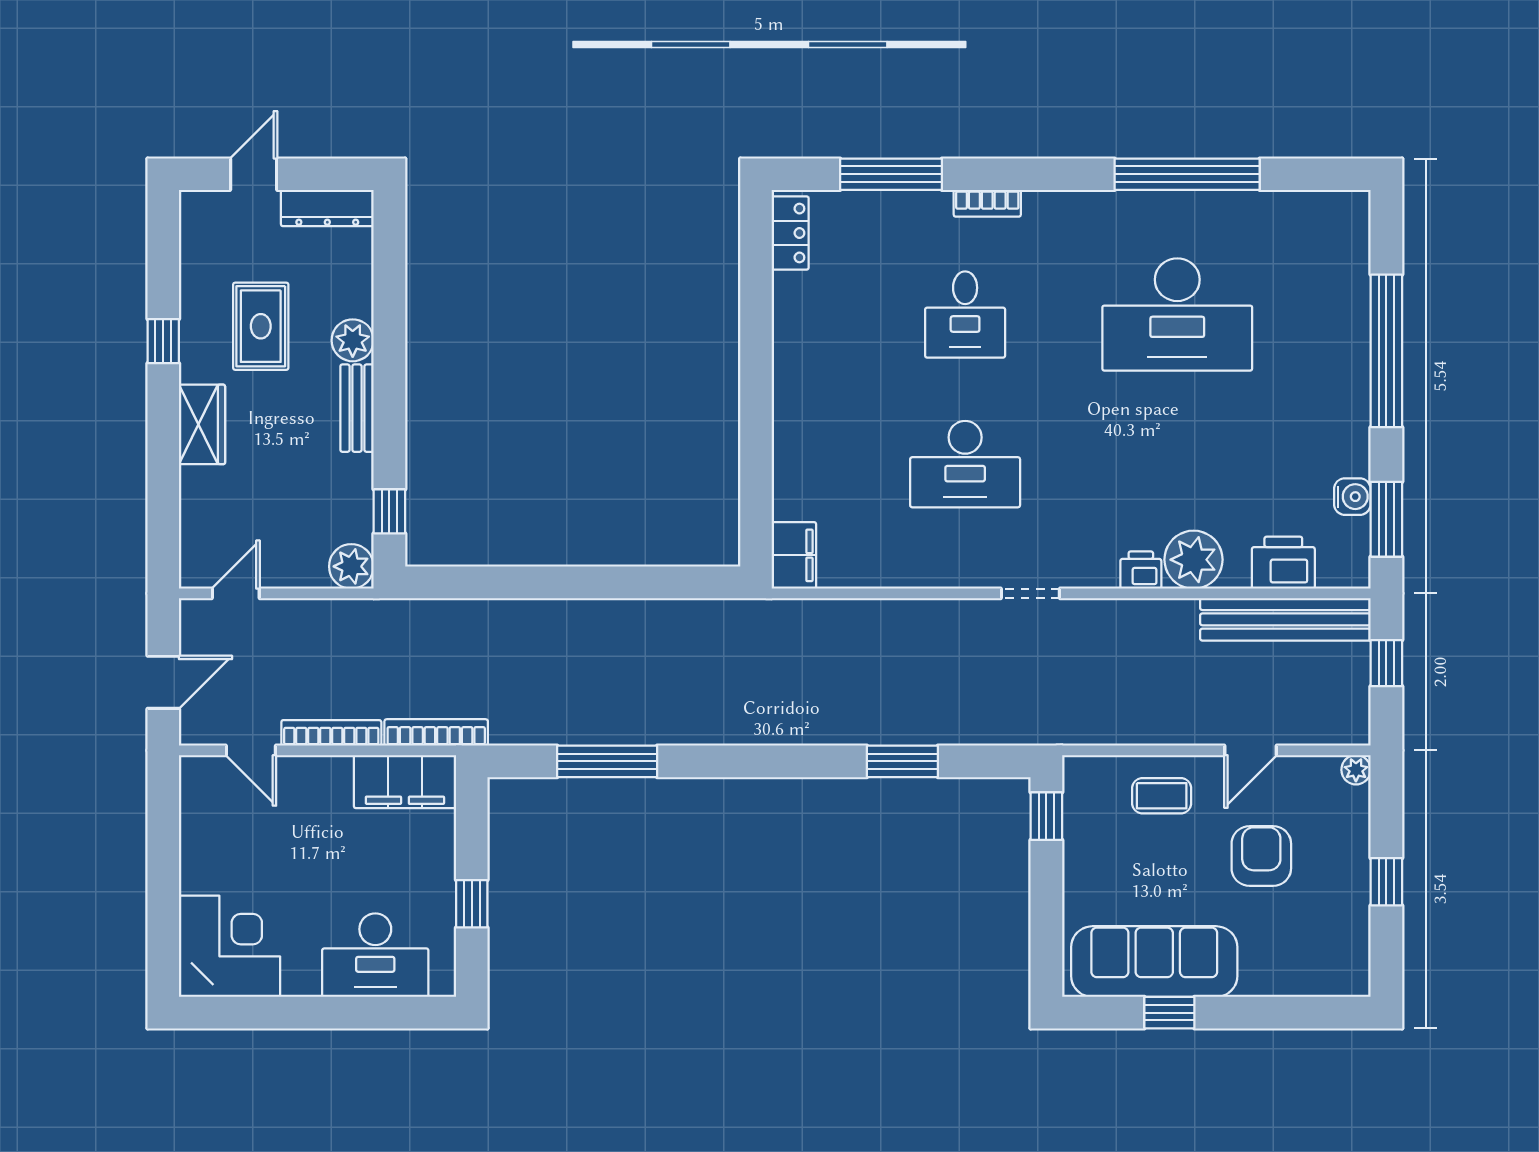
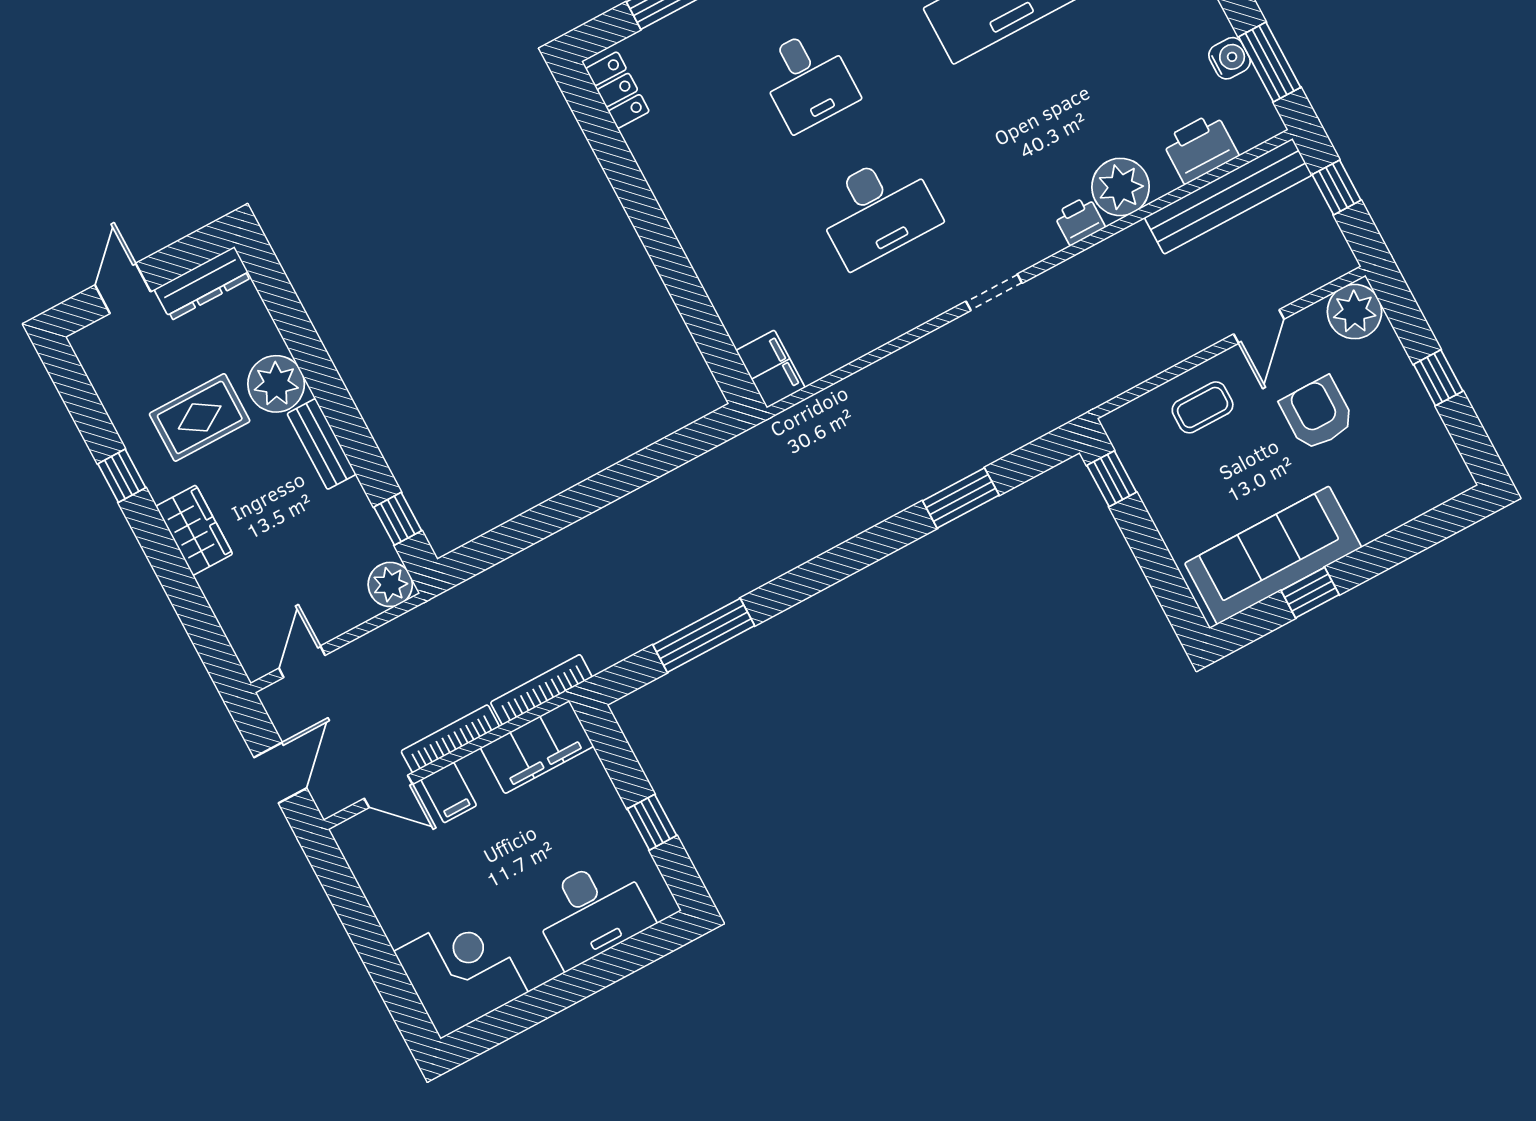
rug: (261, 326) -> (200, 417), turned 90
plant: (353, 340) -> (276, 384), width x1.36, depth x1.36
plant: (1356, 770) -> (1354, 312), width x1.87, depth x1.87
filing cabinet: (304, 780) -> (449, 793), added

